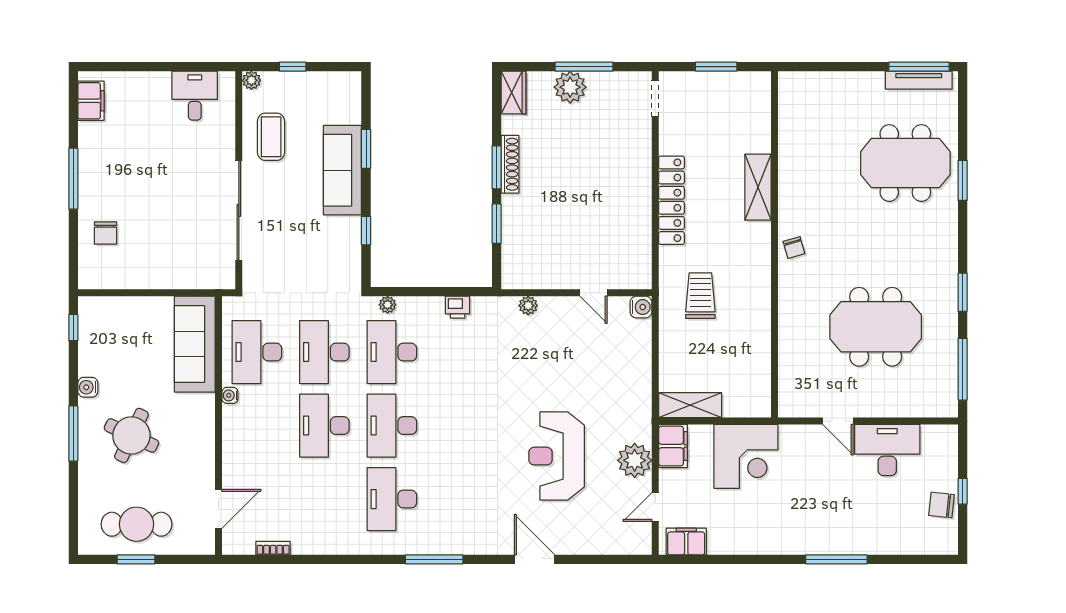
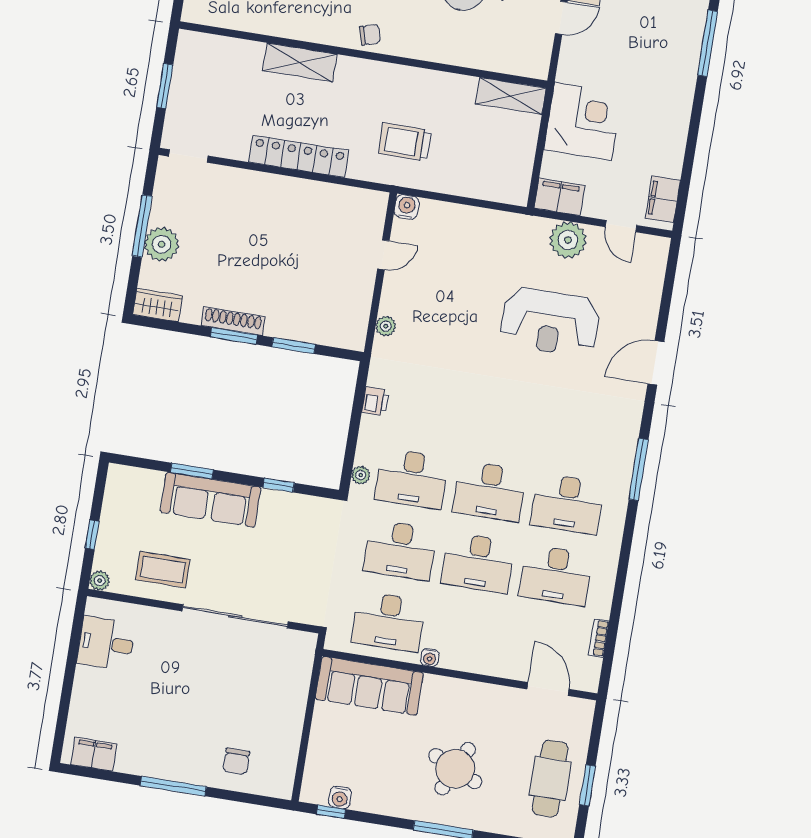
chair: (106, 233) -> (236, 761), turned 90
water cooler: (88, 387) -> (340, 797), moved
shelving: (690, 405) -> (511, 96), moved, turned 90
desk: (324, 499) -> (556, 575), added

